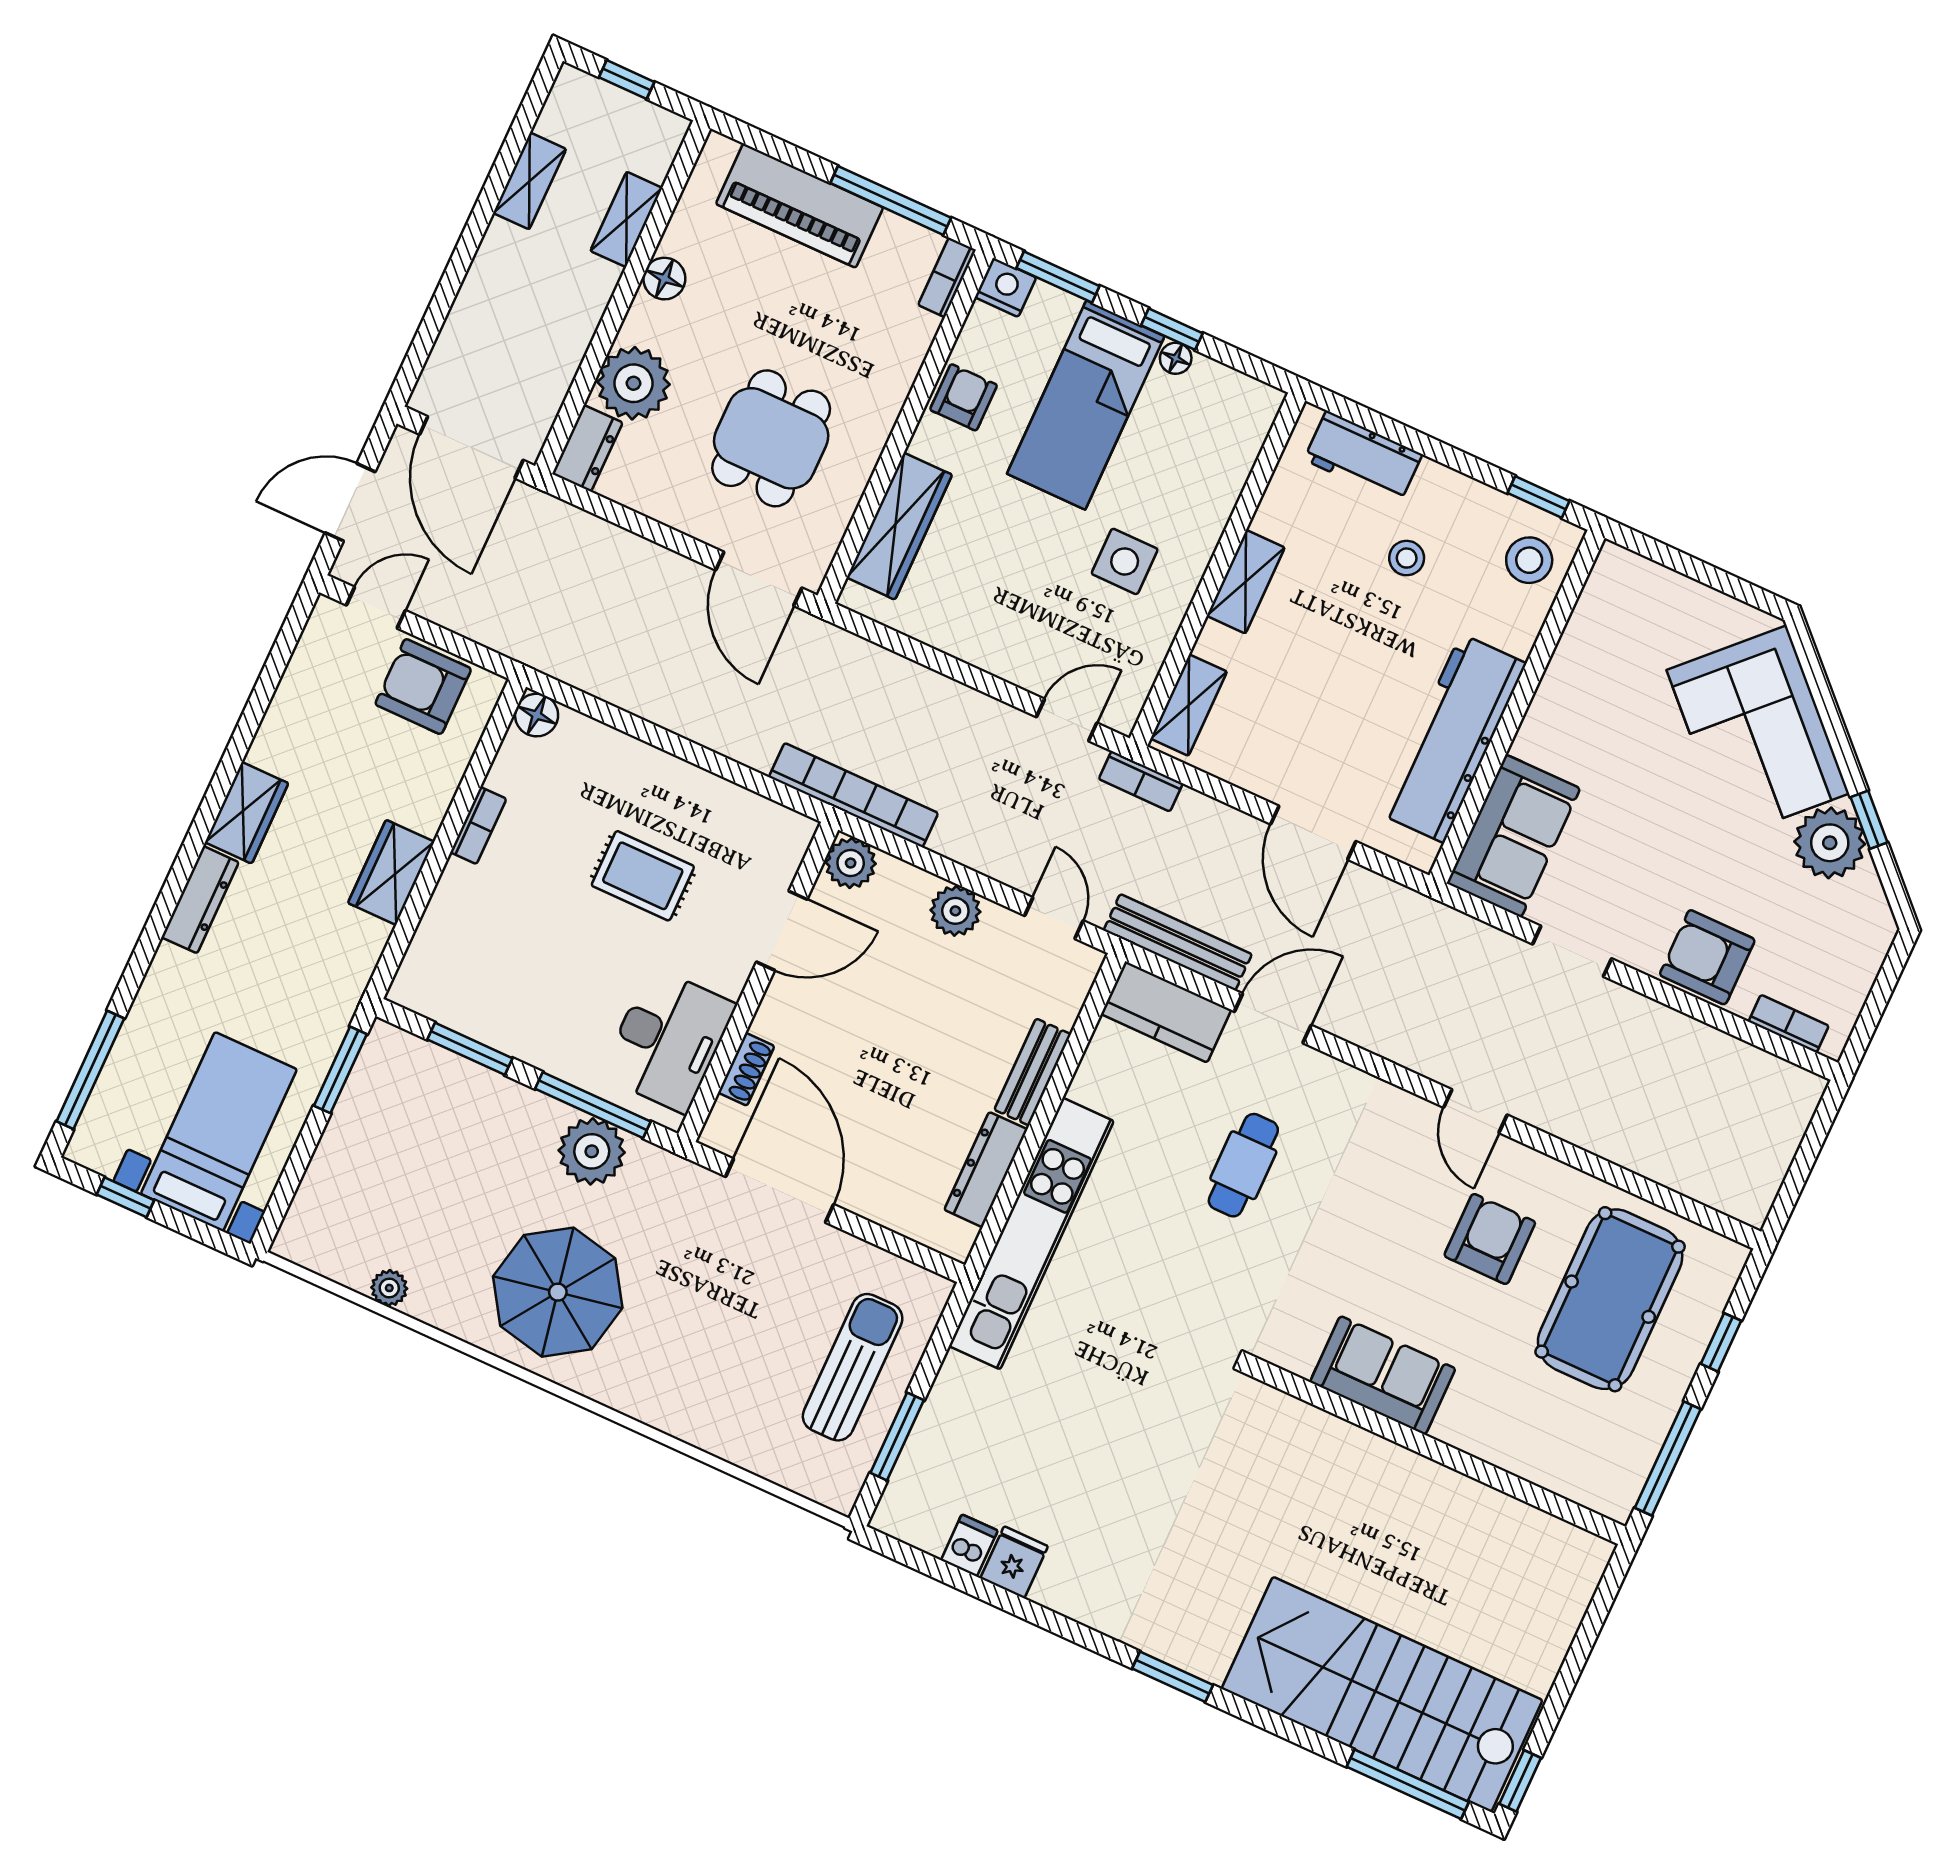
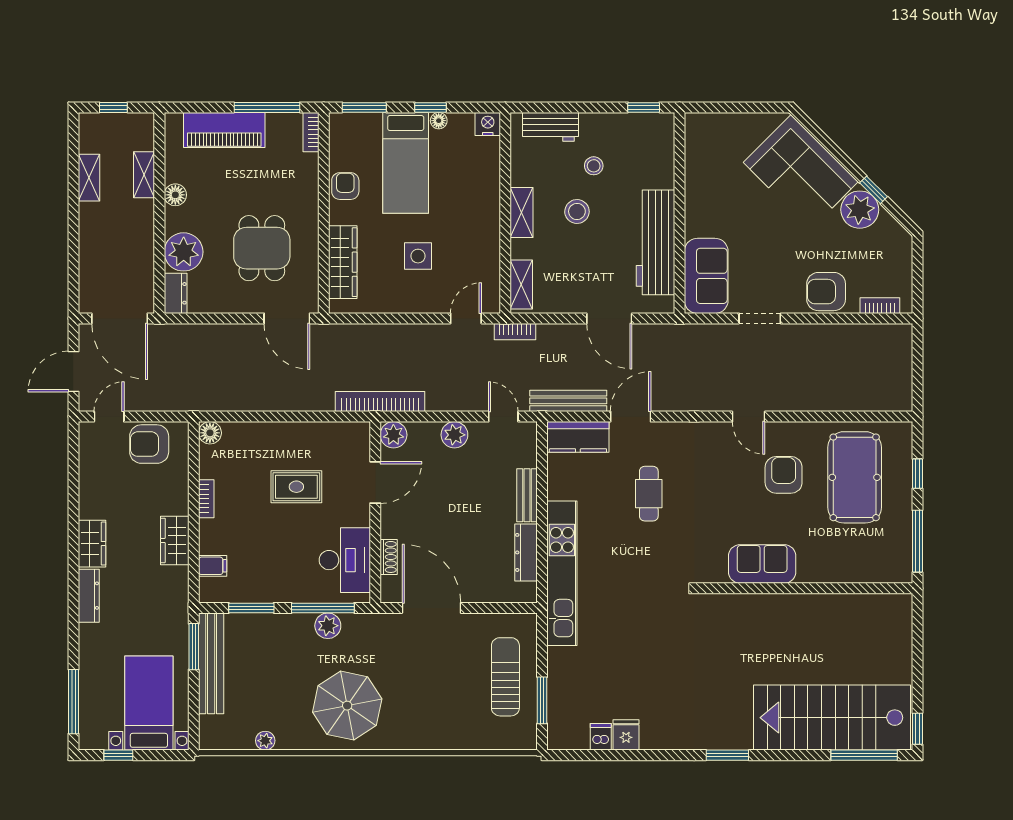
nightstand: (1006, 287) -> (488, 124), moved
stool: (1529, 560) -> (577, 212), moved
side table: (1125, 561) -> (418, 256), moved
filing cabinet: (436, 946) -> (213, 566), added
bench: (357, 1112) -> (211, 663), added
plant: (592, 1151) -> (328, 626), width x0.73, depth x0.73

